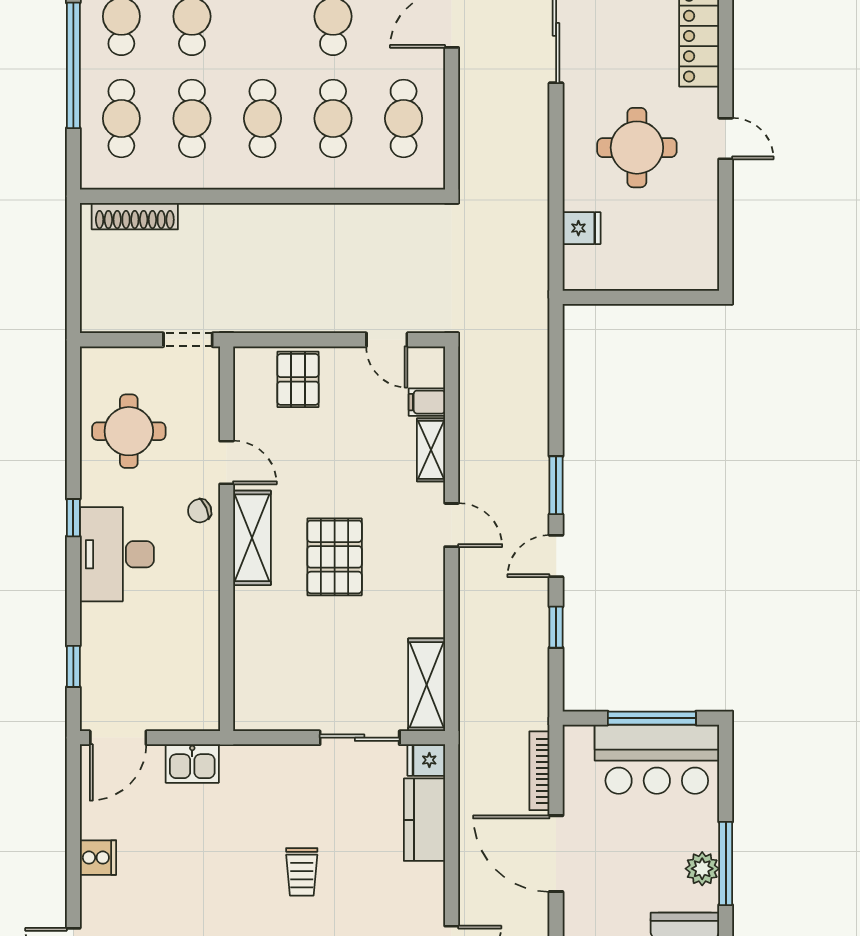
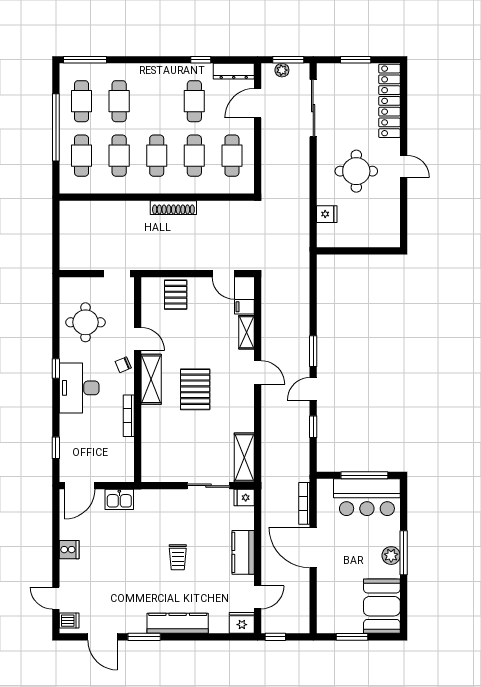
shoe rack: (135, 216) -> (173, 208), moved
bookcase: (210, 607) -> (129, 416), added
kitchen counter: (424, 820) -> (243, 552), moved

